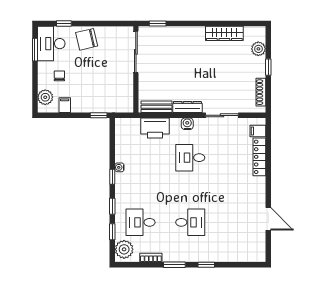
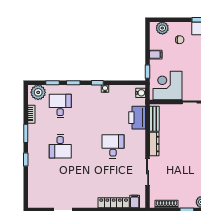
corner desk: (116, 91) -> (167, 85), added
filing cabinet: (65, 105) -> (156, 55), moved
water cooler: (187, 124) -> (141, 93), moved

